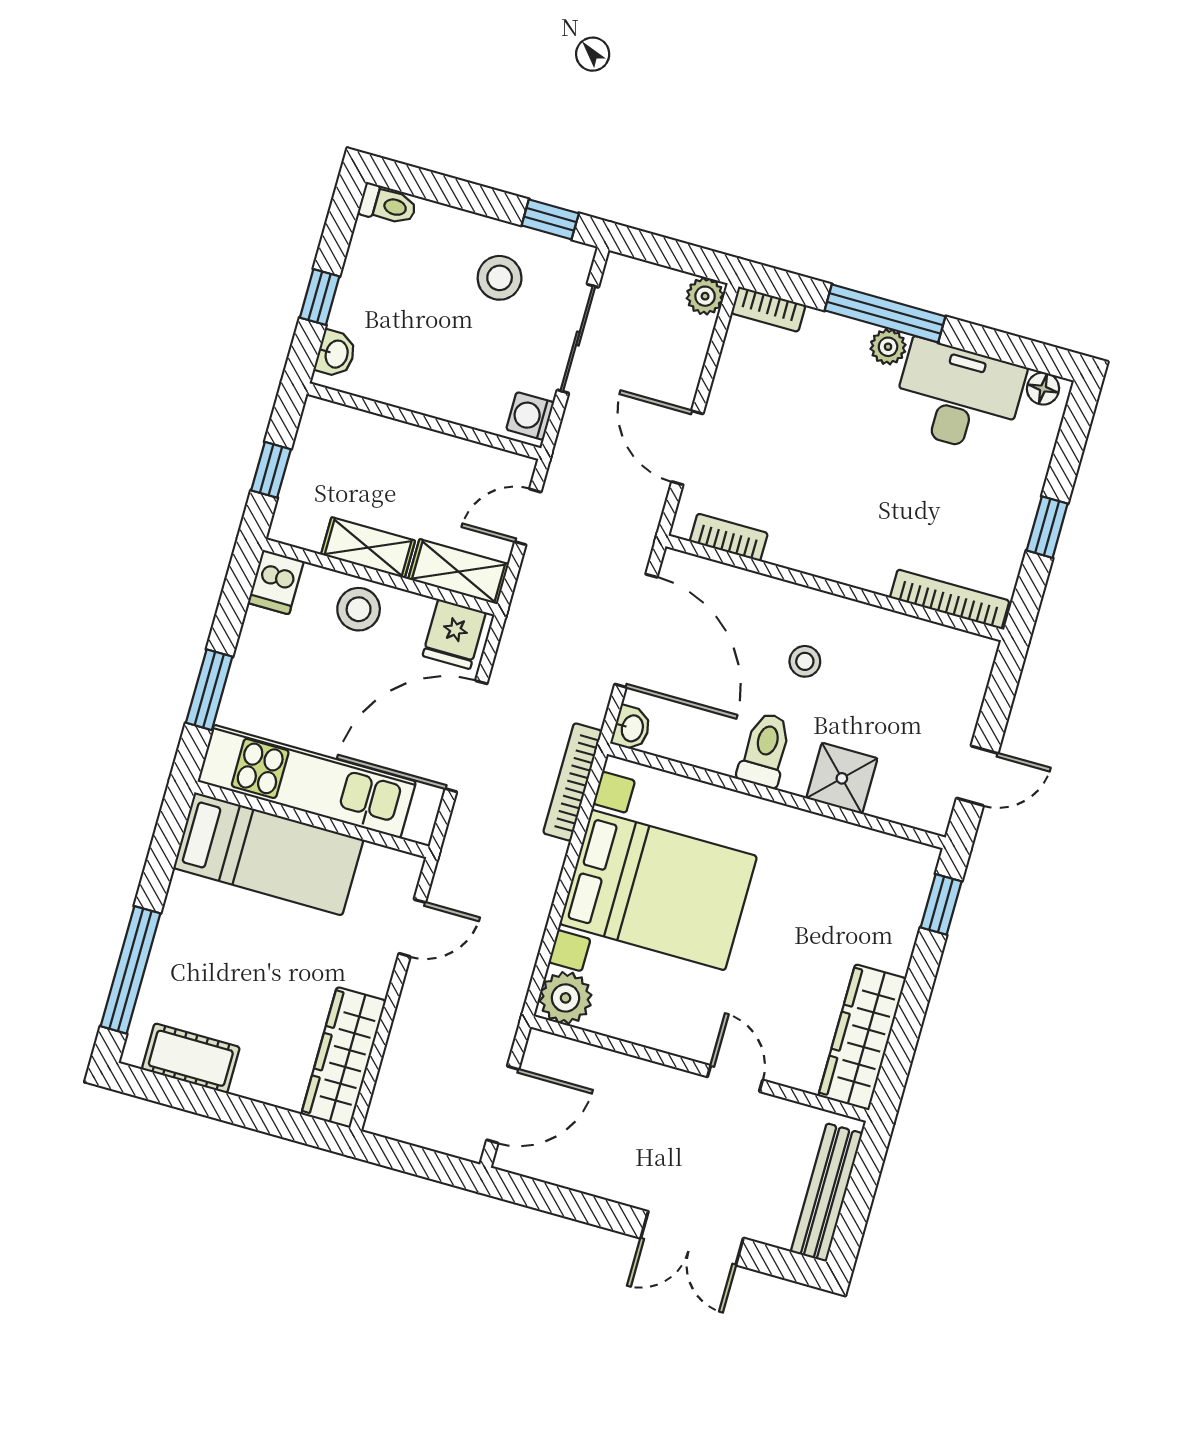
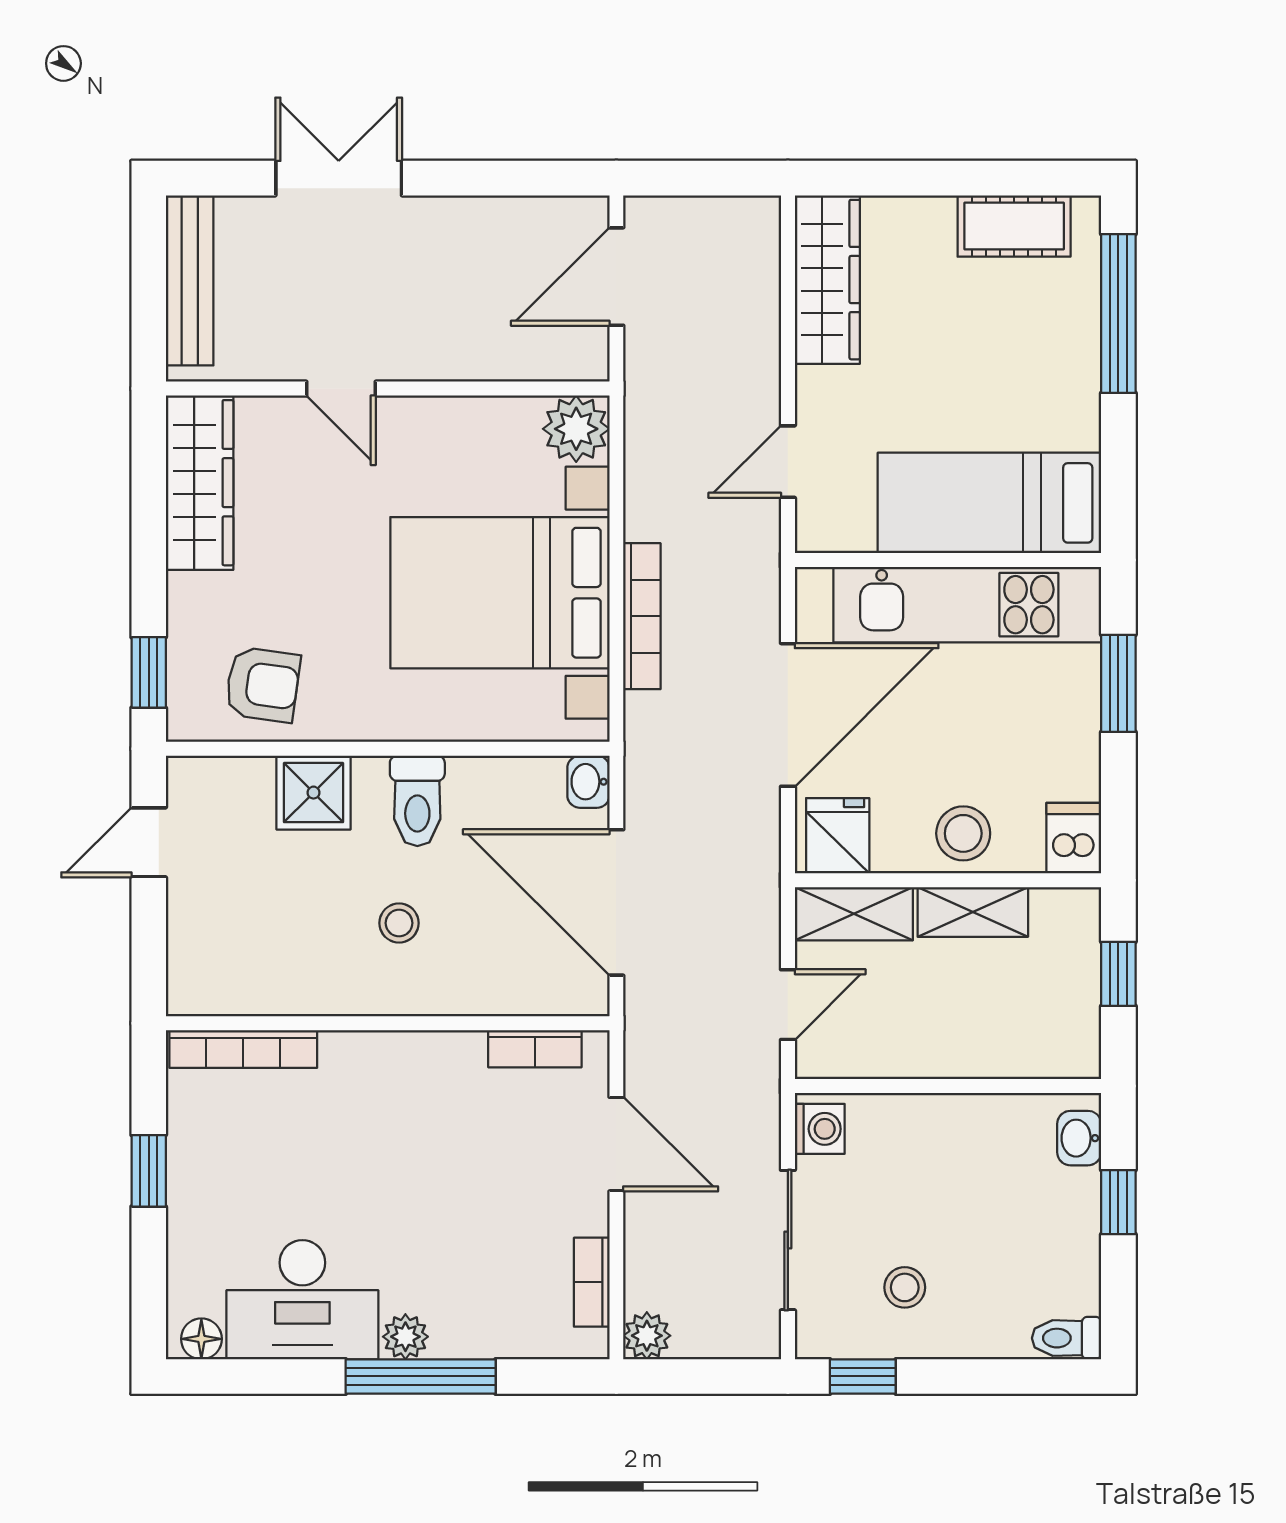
stool: (500, 278) -> (905, 1287), width x0.73, depth x0.73
bookcase: (768, 309) -> (592, 1282), moved, turned -90
bookcase: (573, 782) -> (642, 616), moved
armchair: (857, 871) -> (263, 685), added

